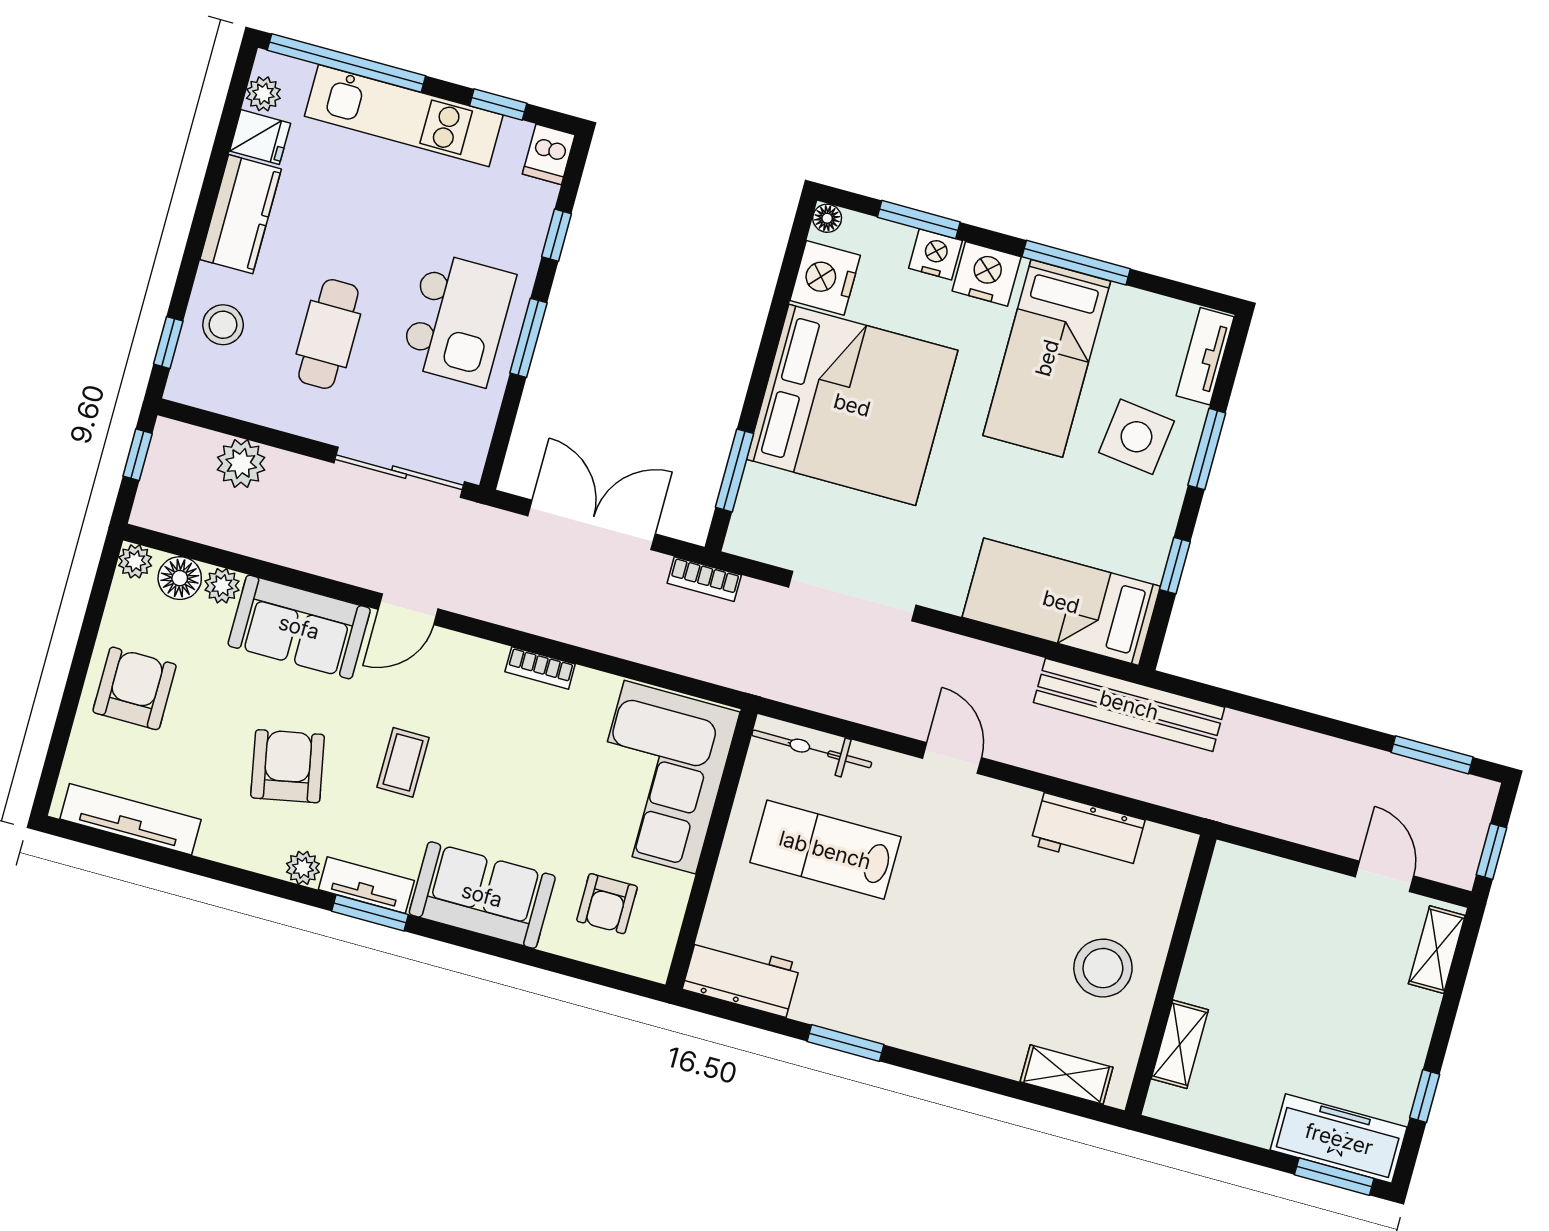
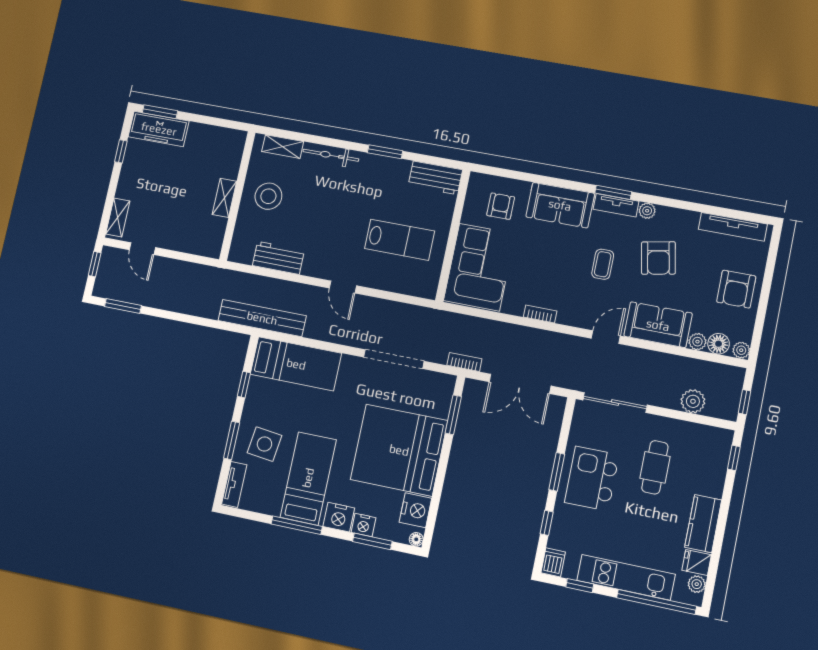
stool: (223, 325) -> (707, 468), removed
bicycle: (812, 749) -> (331, 155), moved, turned 180
shelving: (1180, 1044) -> (224, 198), moved

